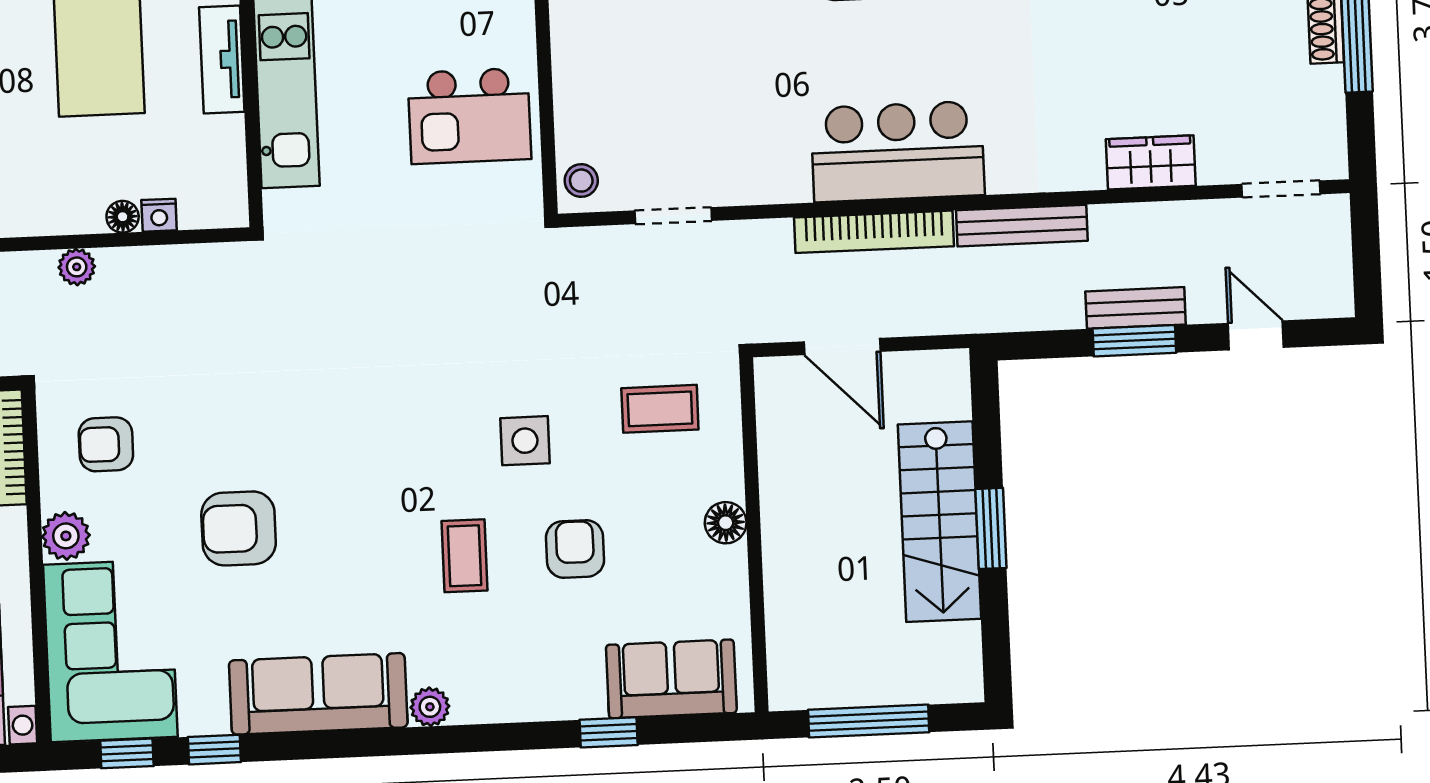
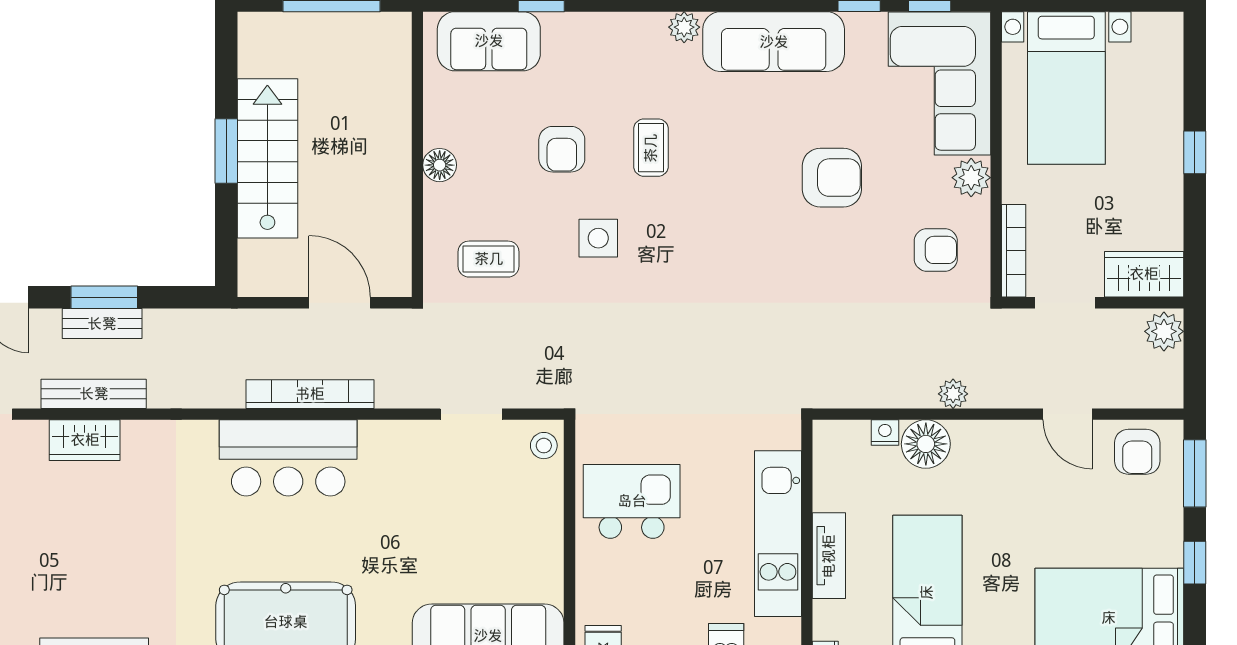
floor lamp: (123, 217) -> (926, 444), width x1.89, depth x1.89
bench: (1022, 226) -> (94, 394), moved

